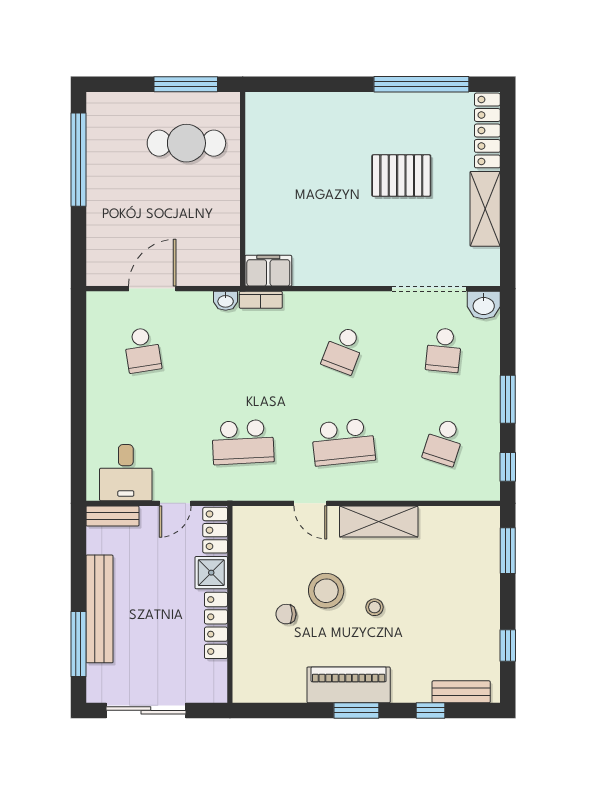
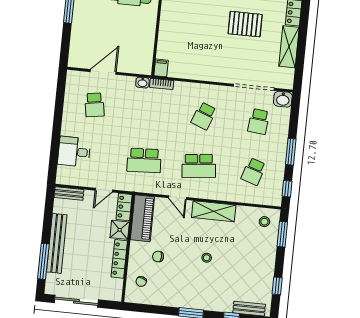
filing cabinet: (268, 271) -> (161, 68), width x0.50
desk: (126, 473) -> (74, 152), moved, turned 90
stool: (326, 591) -> (264, 222), moved, width x0.53, depth x0.53
chair: (260, 662) -> (141, 281), added
piano: (349, 685) -> (142, 218), moved, turned 90

